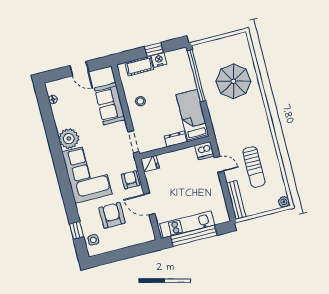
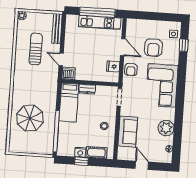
plant: (69, 139) -> (166, 128), moved
fridge: (150, 164) -> (113, 67), moved

